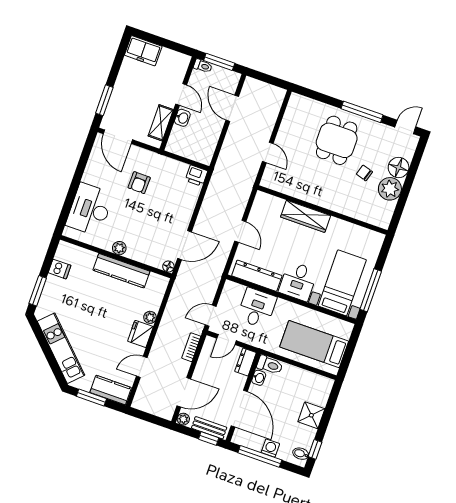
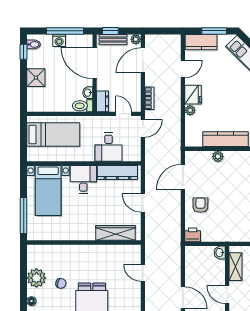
washbasin: (182, 118) -> (220, 253), moved
floor lamp: (399, 168) -> (31, 301), width x0.53, depth x0.53
armchair: (139, 183) -> (200, 205), moved
wardrobe: (306, 216) -> (115, 233), moved
plant: (119, 248) -> (218, 156), moved
floor lamp: (168, 267) -> (190, 155), removed
window: (371, 290) -> (24, 215), moved
door: (227, 340) -> (124, 114), hinge flipped

